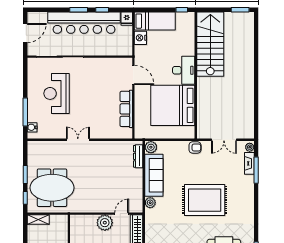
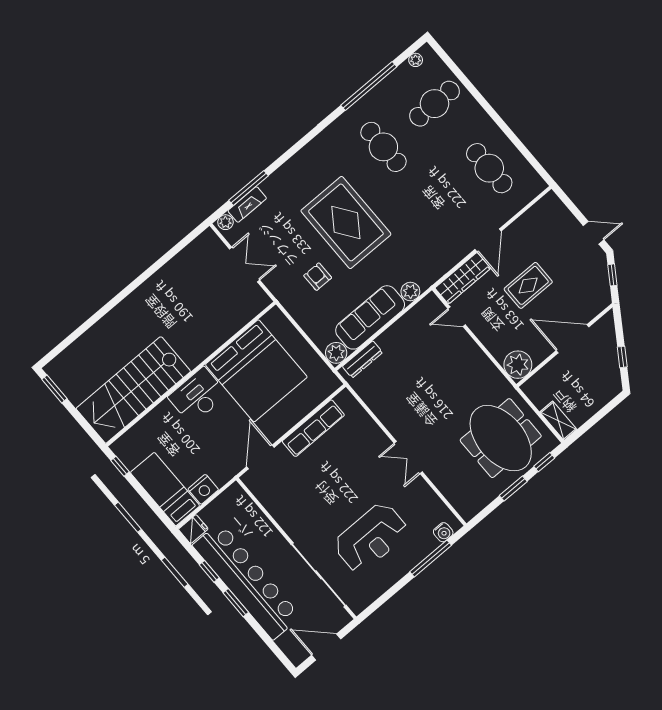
armchair: (195, 147) -> (318, 277), moved
plant: (105, 223) -> (518, 365), moved

